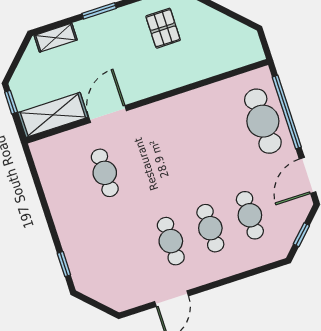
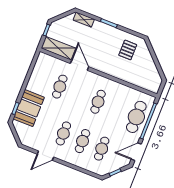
door: (108, 114) -> (79, 65), hinge flipped
cafe table: (184, 147) -> (98, 102), added
booth: (84, 246) -> (29, 108), added

